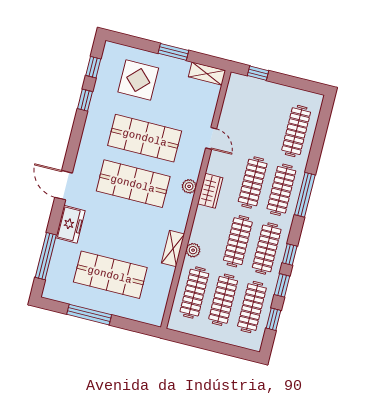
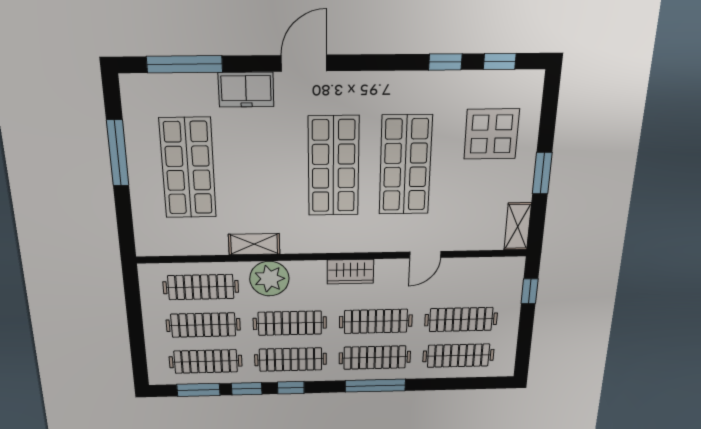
clothes rail: (267, 124) -> (461, 319), added
plant: (189, 186) -> (350, 243), removed
plant: (193, 250) -> (269, 279), width x1.88, depth x1.88
window: (273, 319) -> (198, 390), width x1.50

